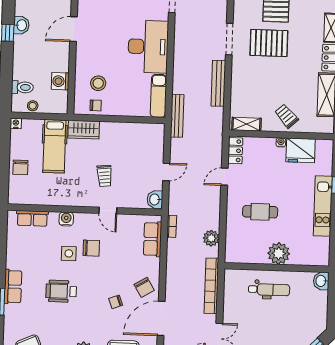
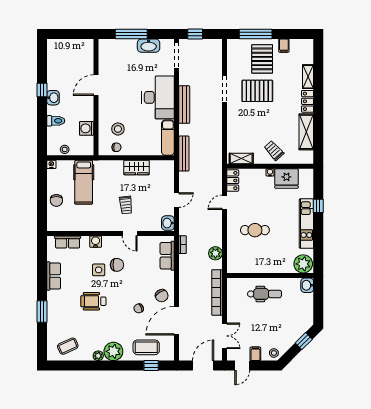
washbasin: (21, 25) -> (53, 98), moved
bench: (218, 83) -> (184, 105), moved
toilet: (22, 87) -> (56, 121), moved
wardrobe: (84, 130) -> (137, 168), moved
plant: (279, 253) -> (303, 264), moved
row of seats: (13, 287) -> (54, 276), moved

